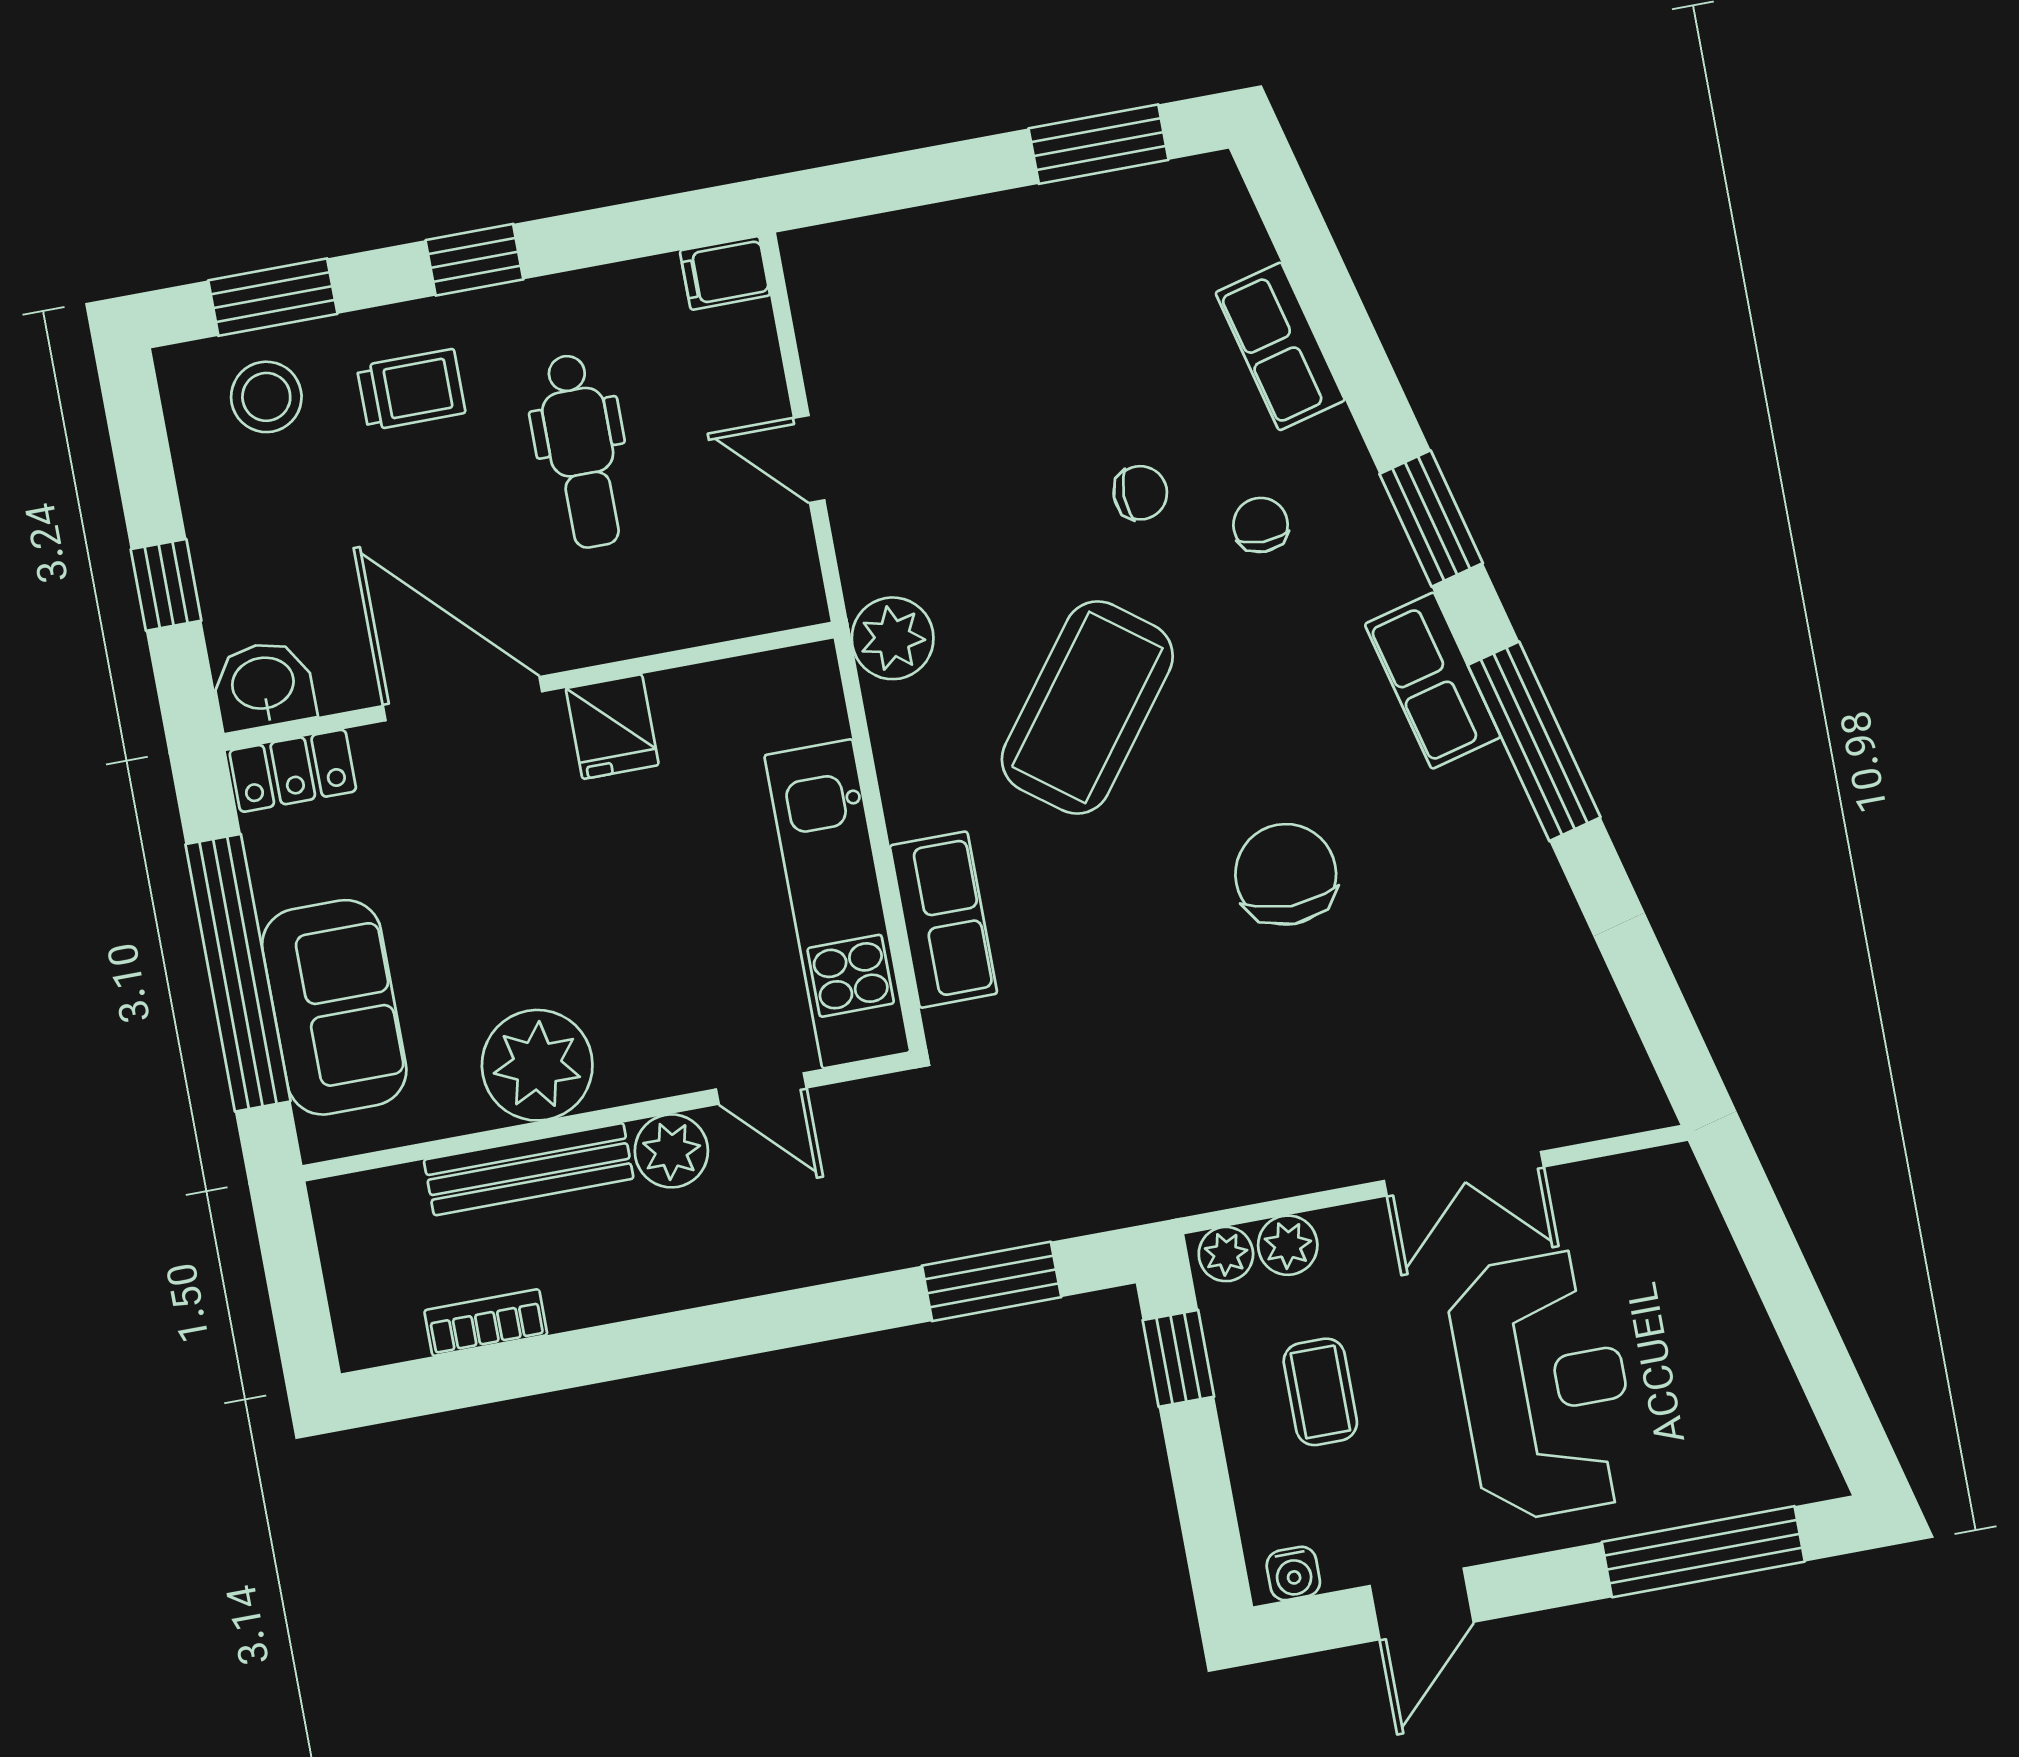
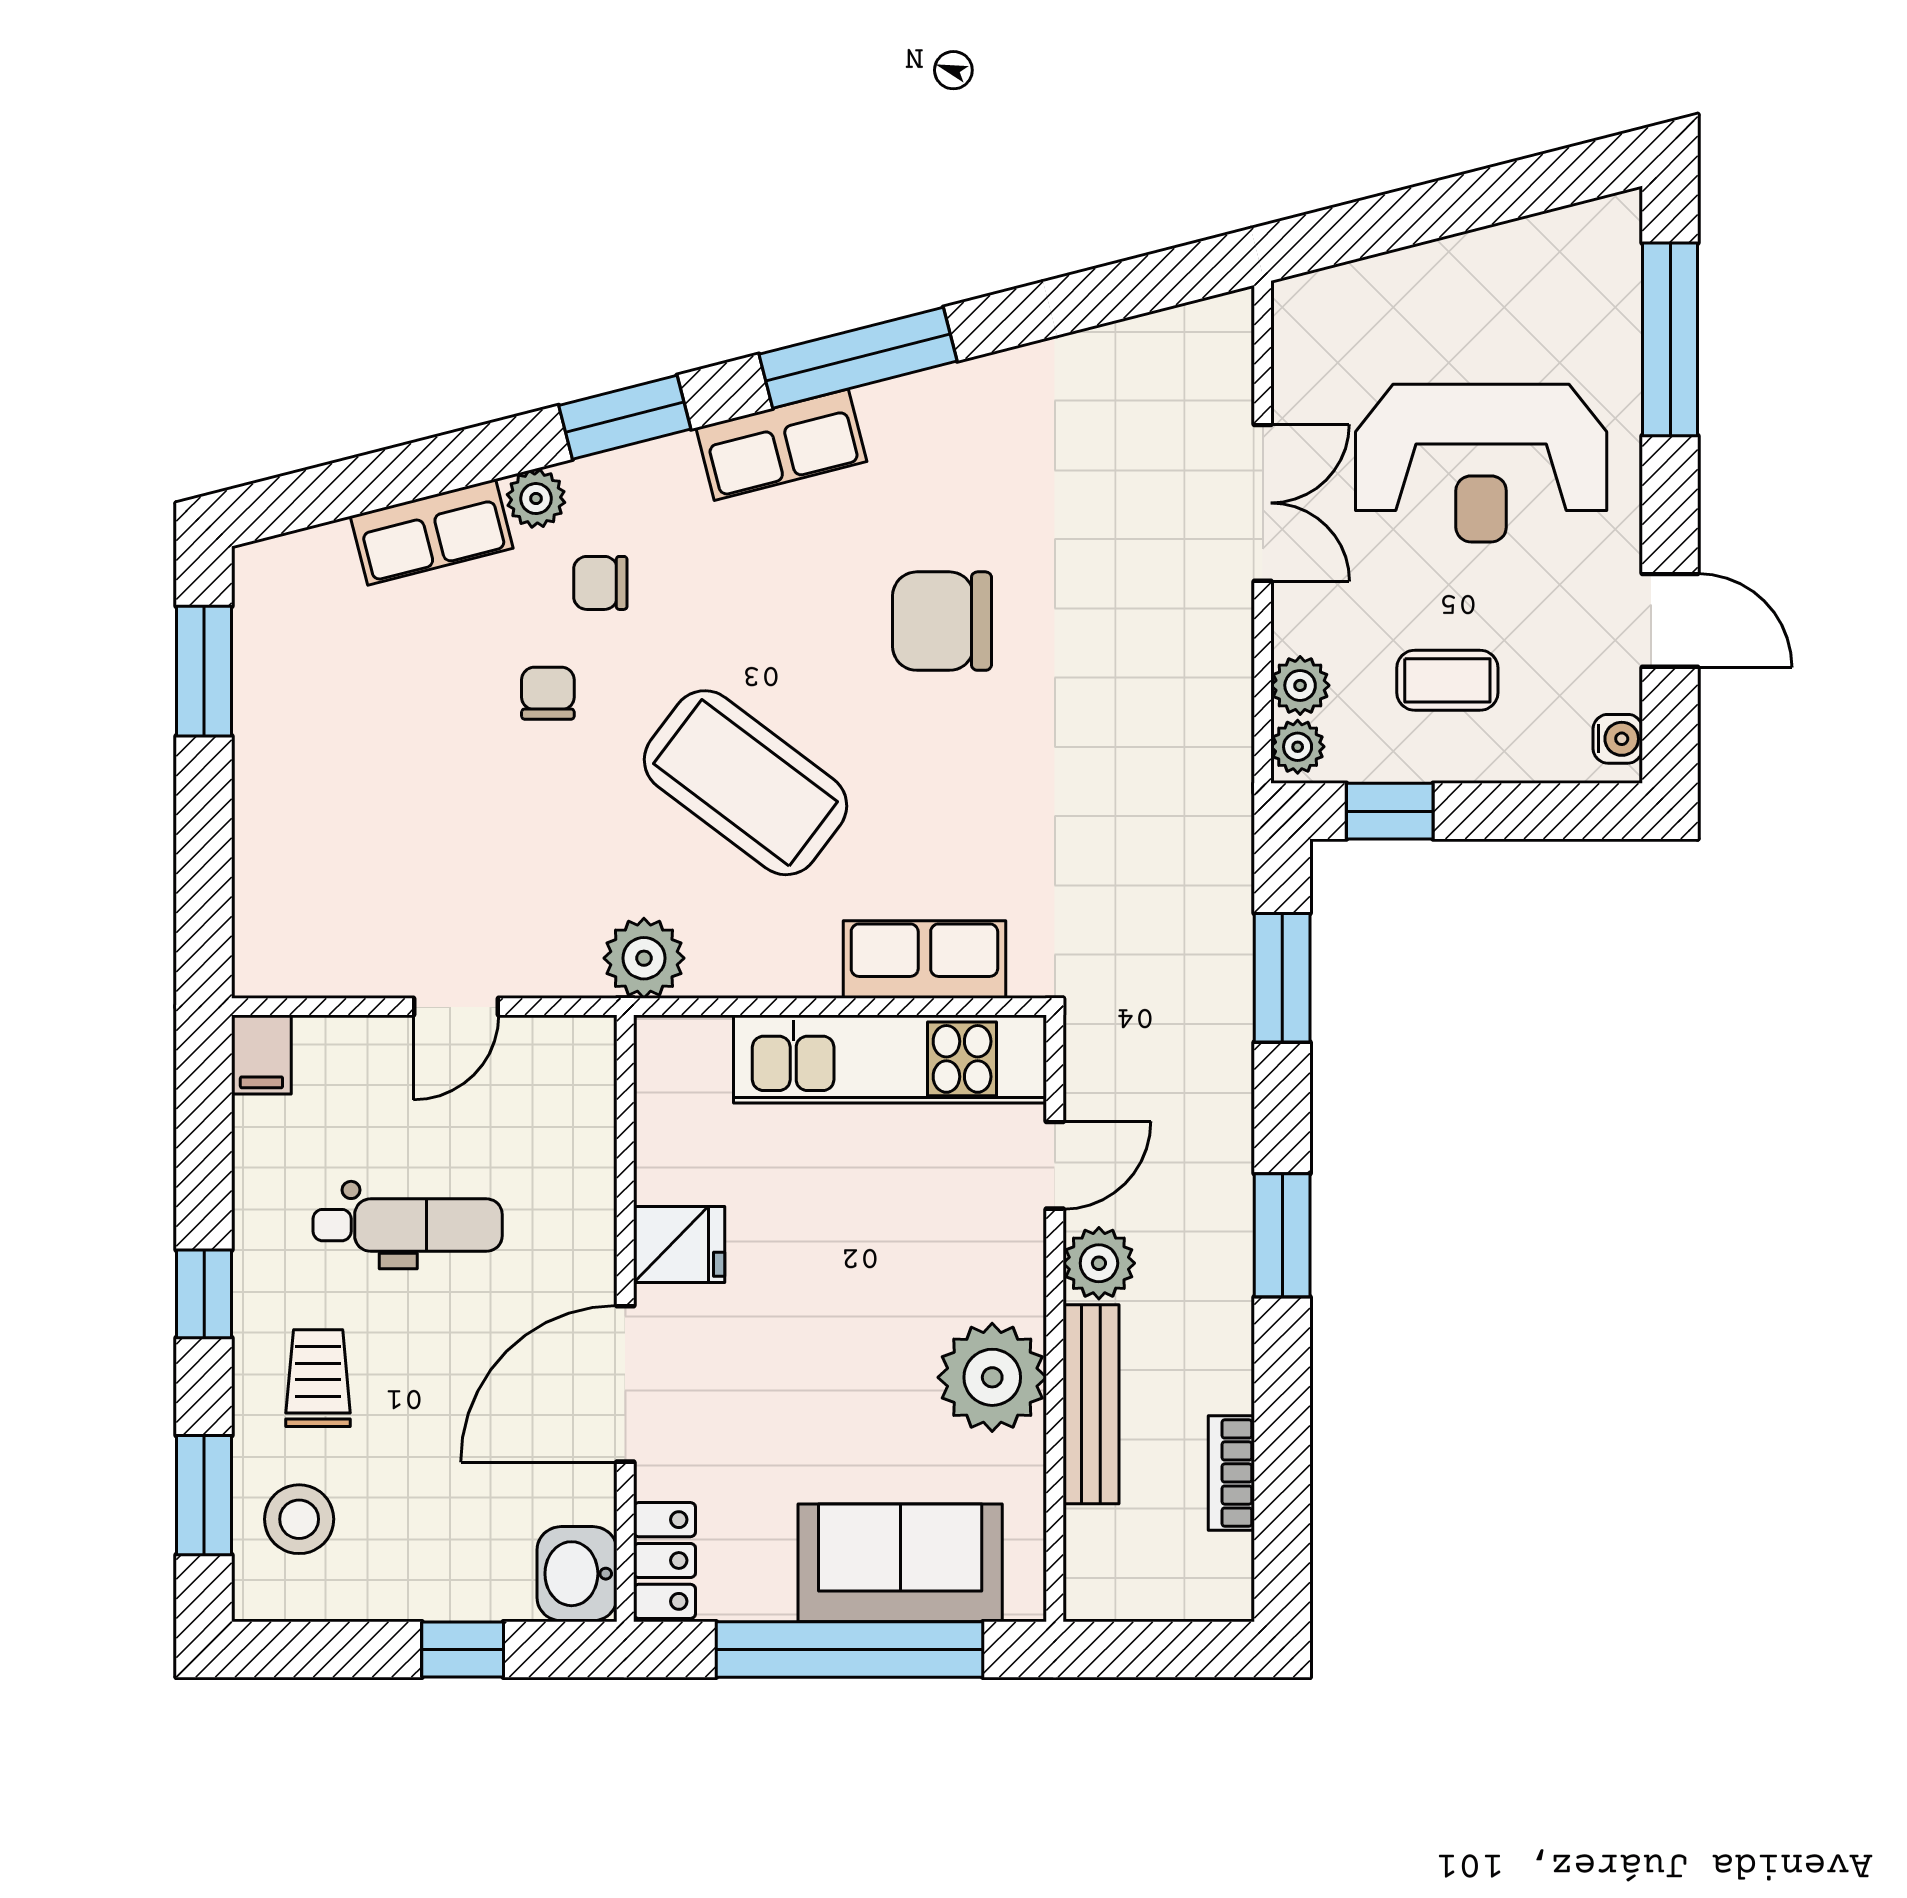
plant: (1333, 445) -> (536, 499), added
window: (733, 1329) -> (1282, 1235), added
reception desk: (1544, 1385) -> (1481, 463), turned 180

